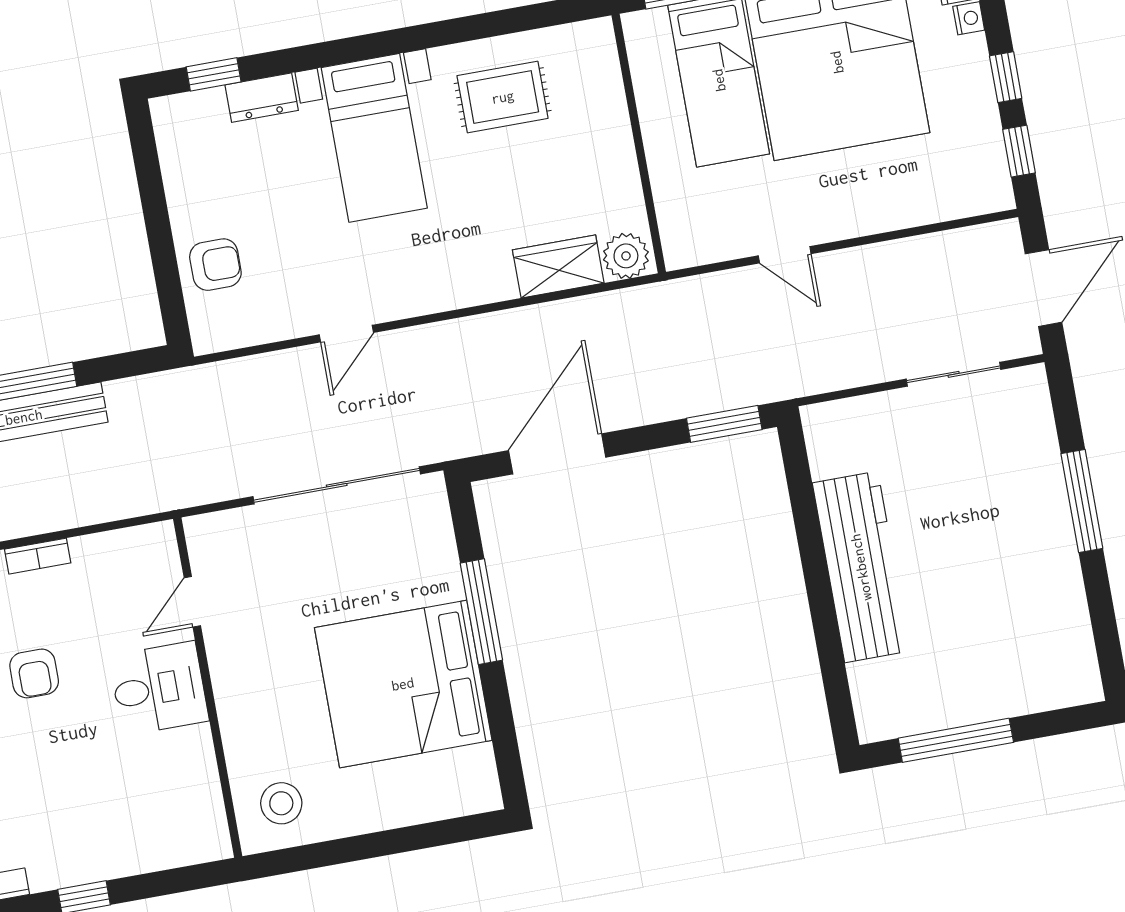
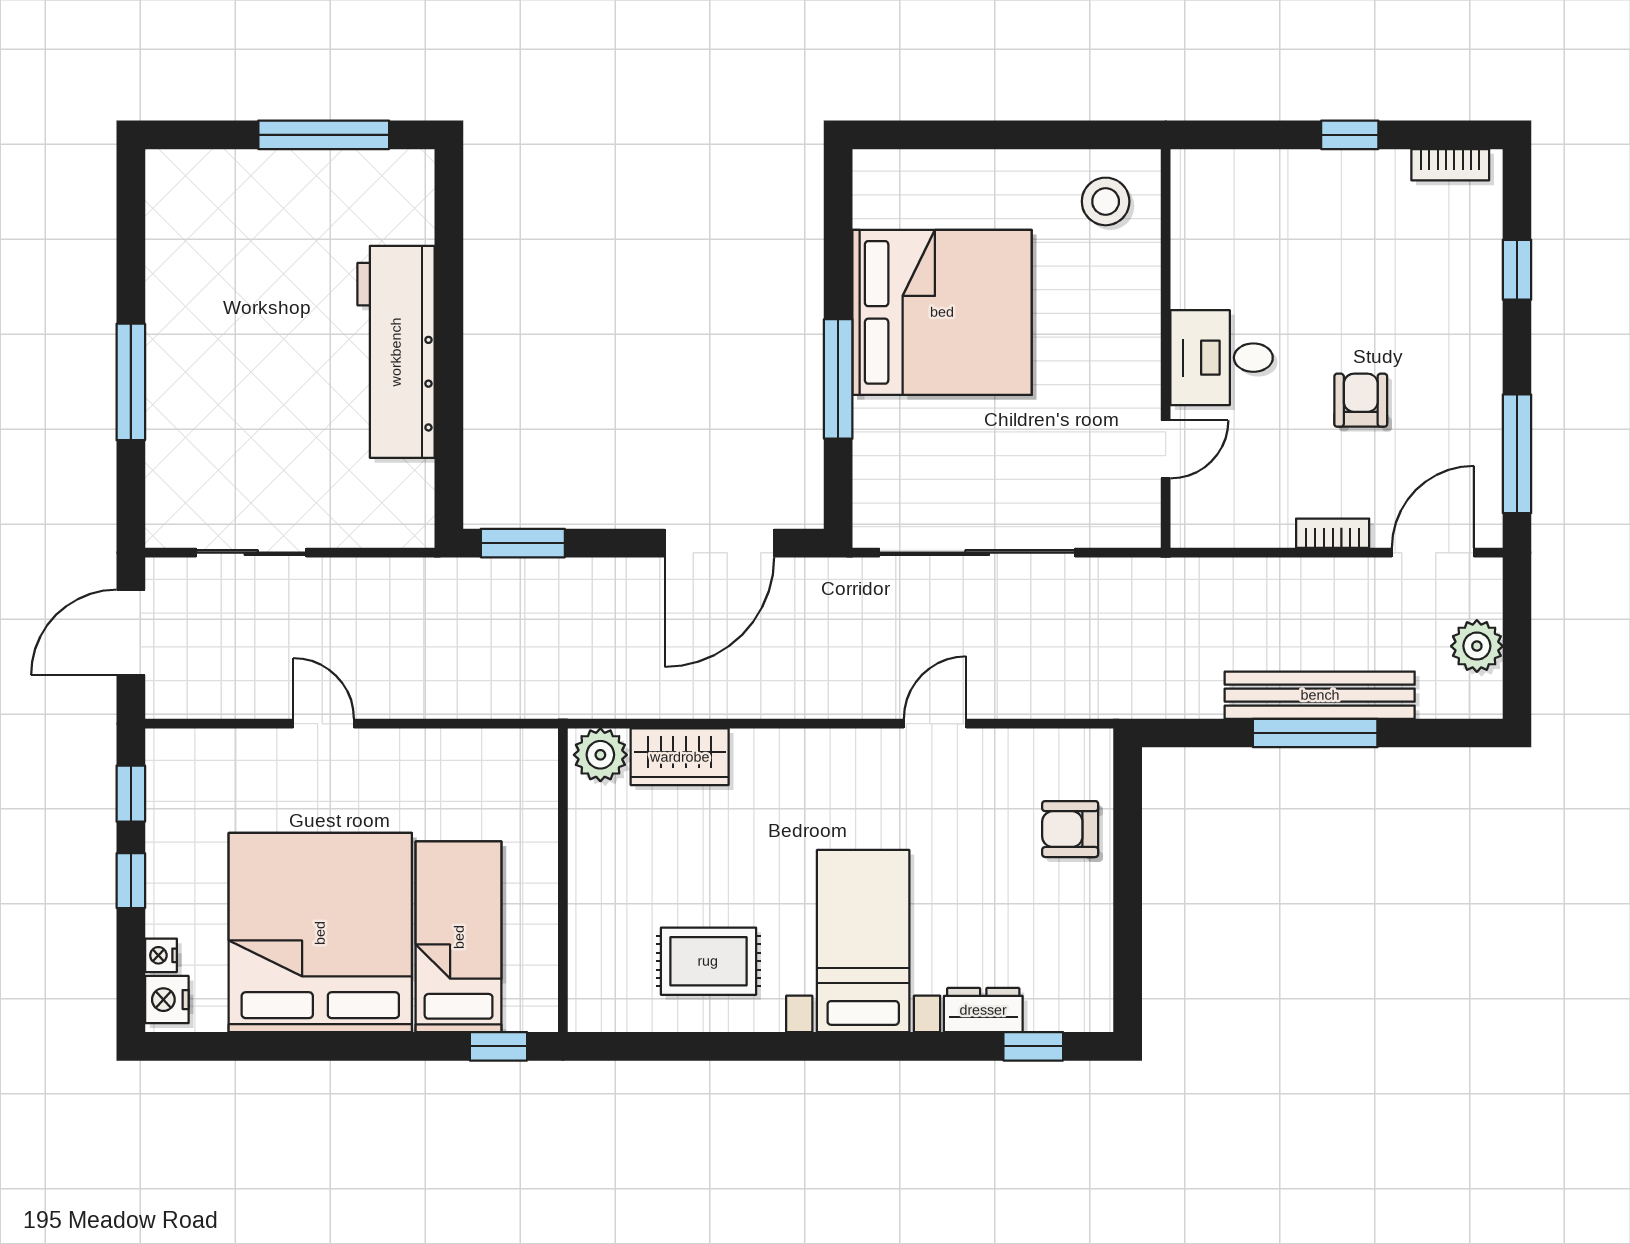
door: (785, 255) -> (324, 724), moved

